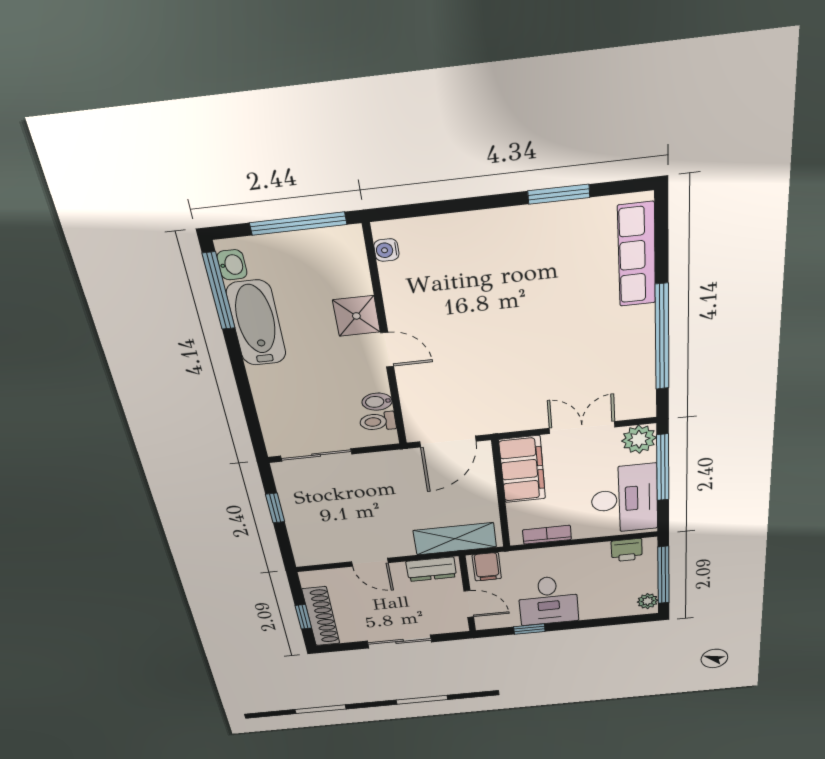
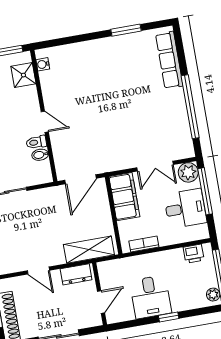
shower: (356, 316) -> (23, 75), moved
toilet: (378, 422) -> (36, 142), moved
double door: (582, 428) -> (155, 166), swing flipped
desk: (624, 499) -> (185, 209), width x0.73
filing cabinet: (487, 567) -> (110, 271), removed
door: (469, 604) -> (101, 302), hinge flipped
window: (529, 629) -> (169, 317), moved

